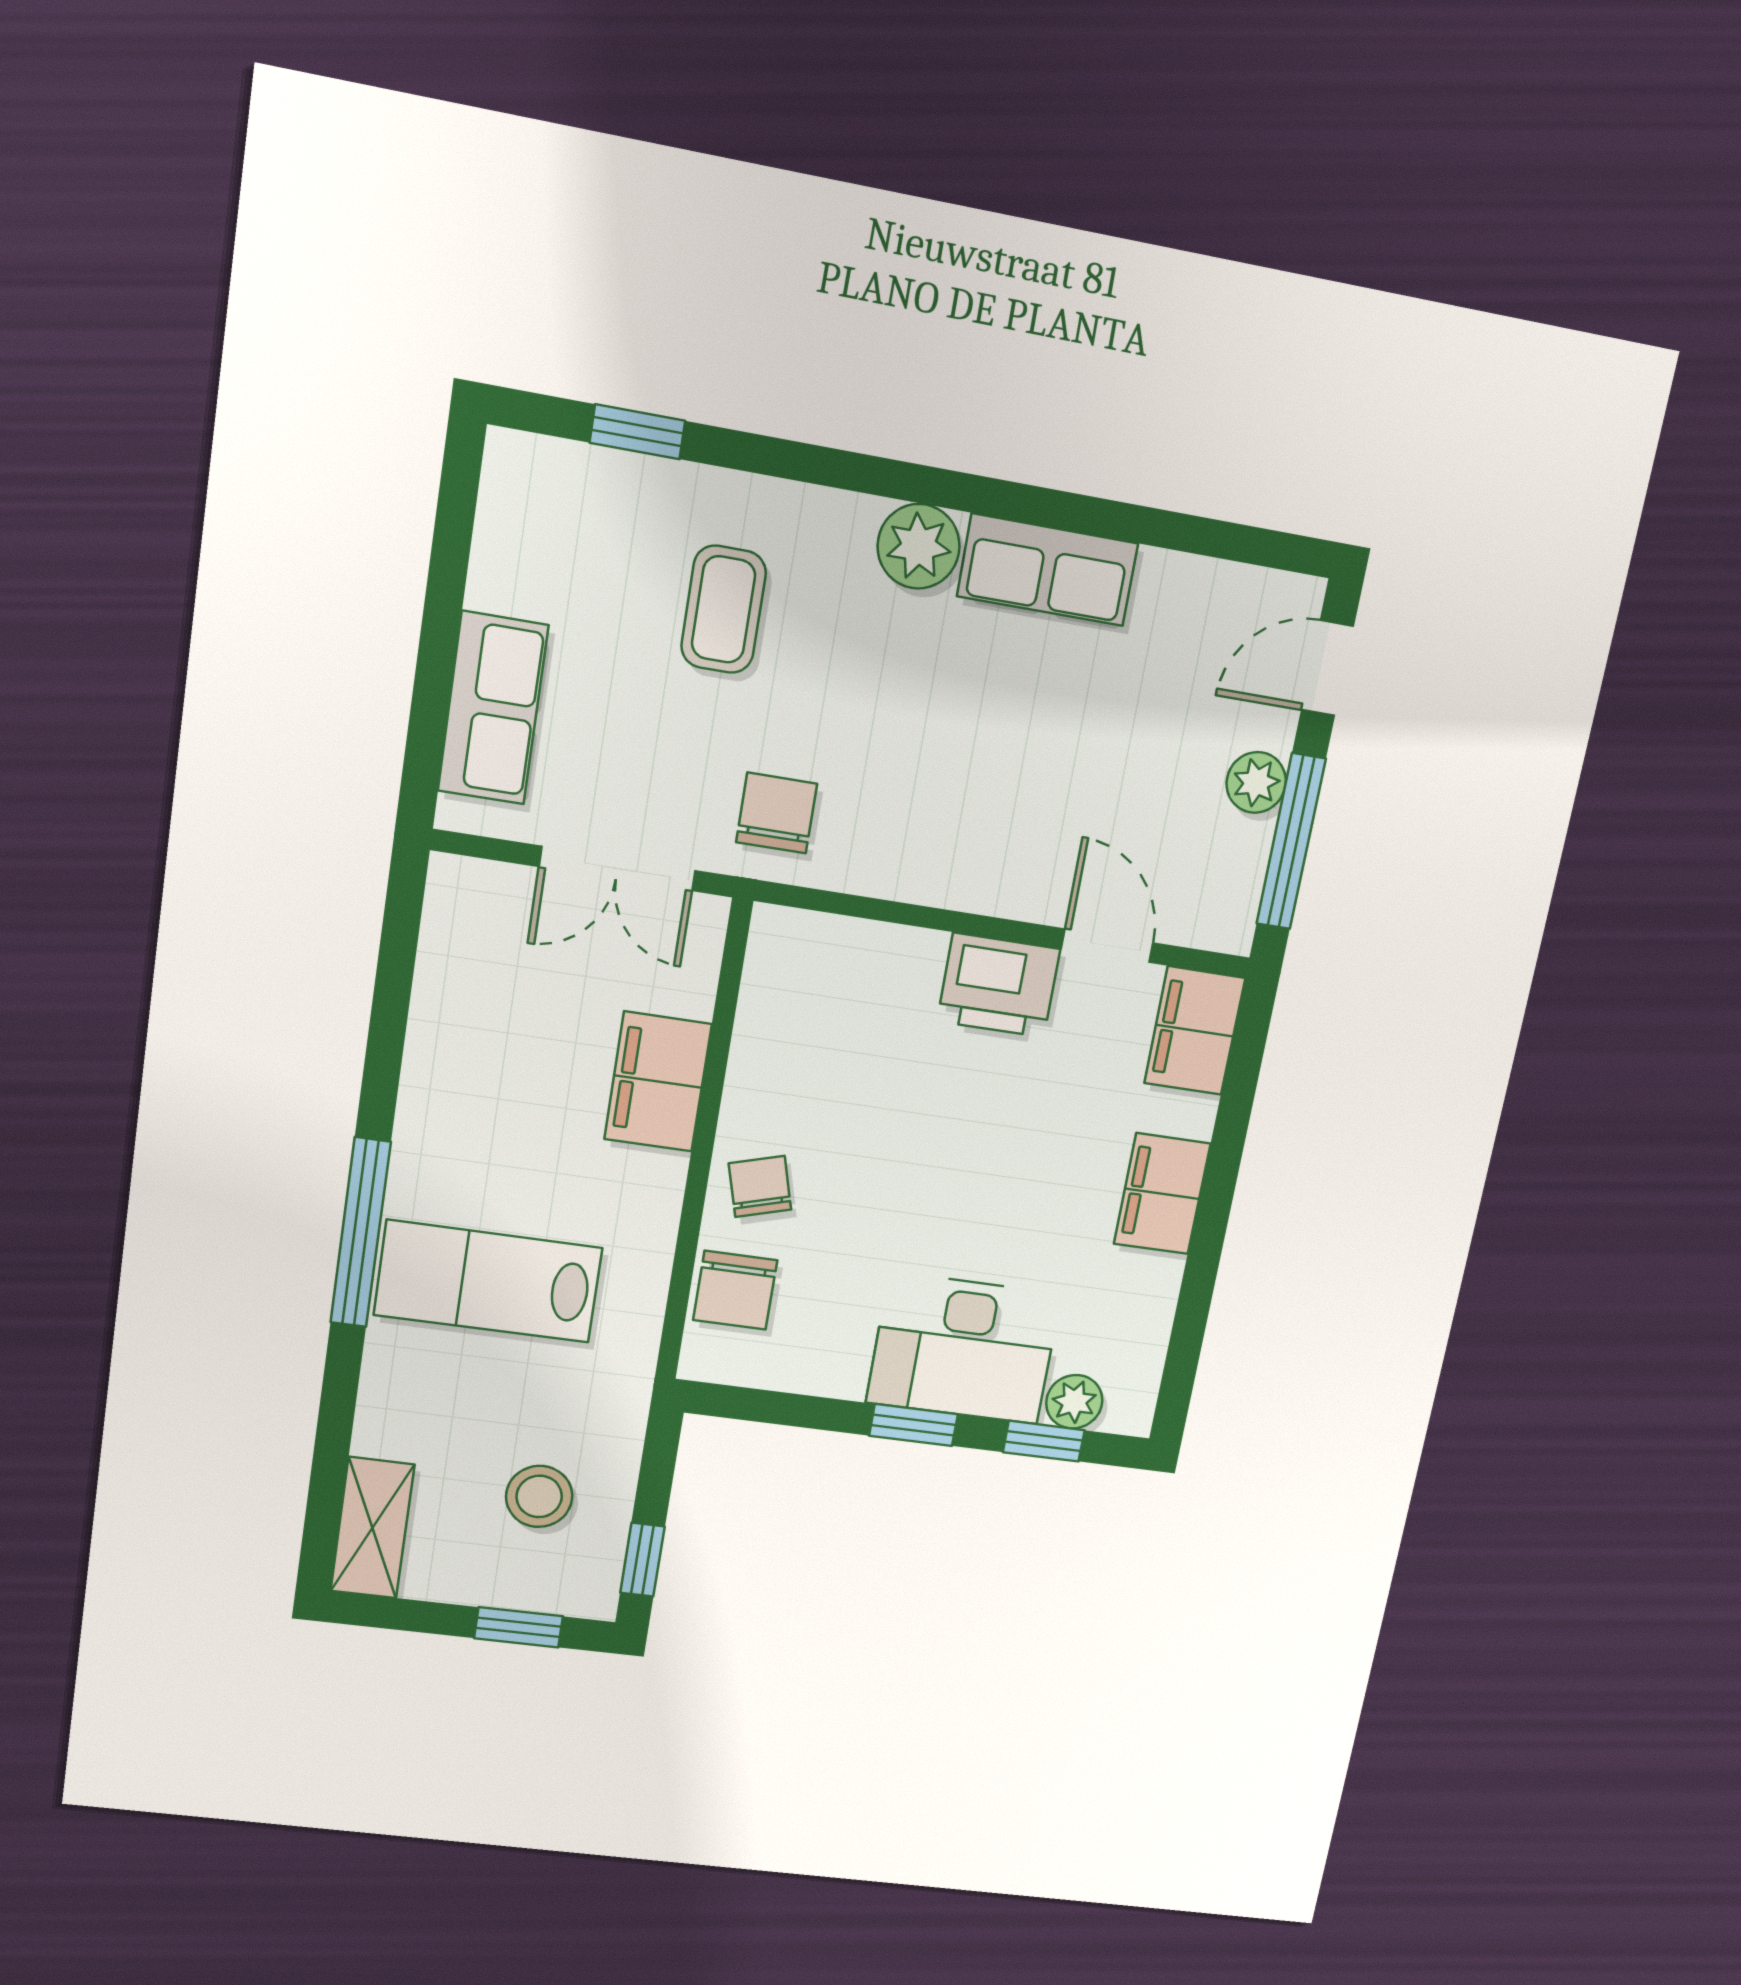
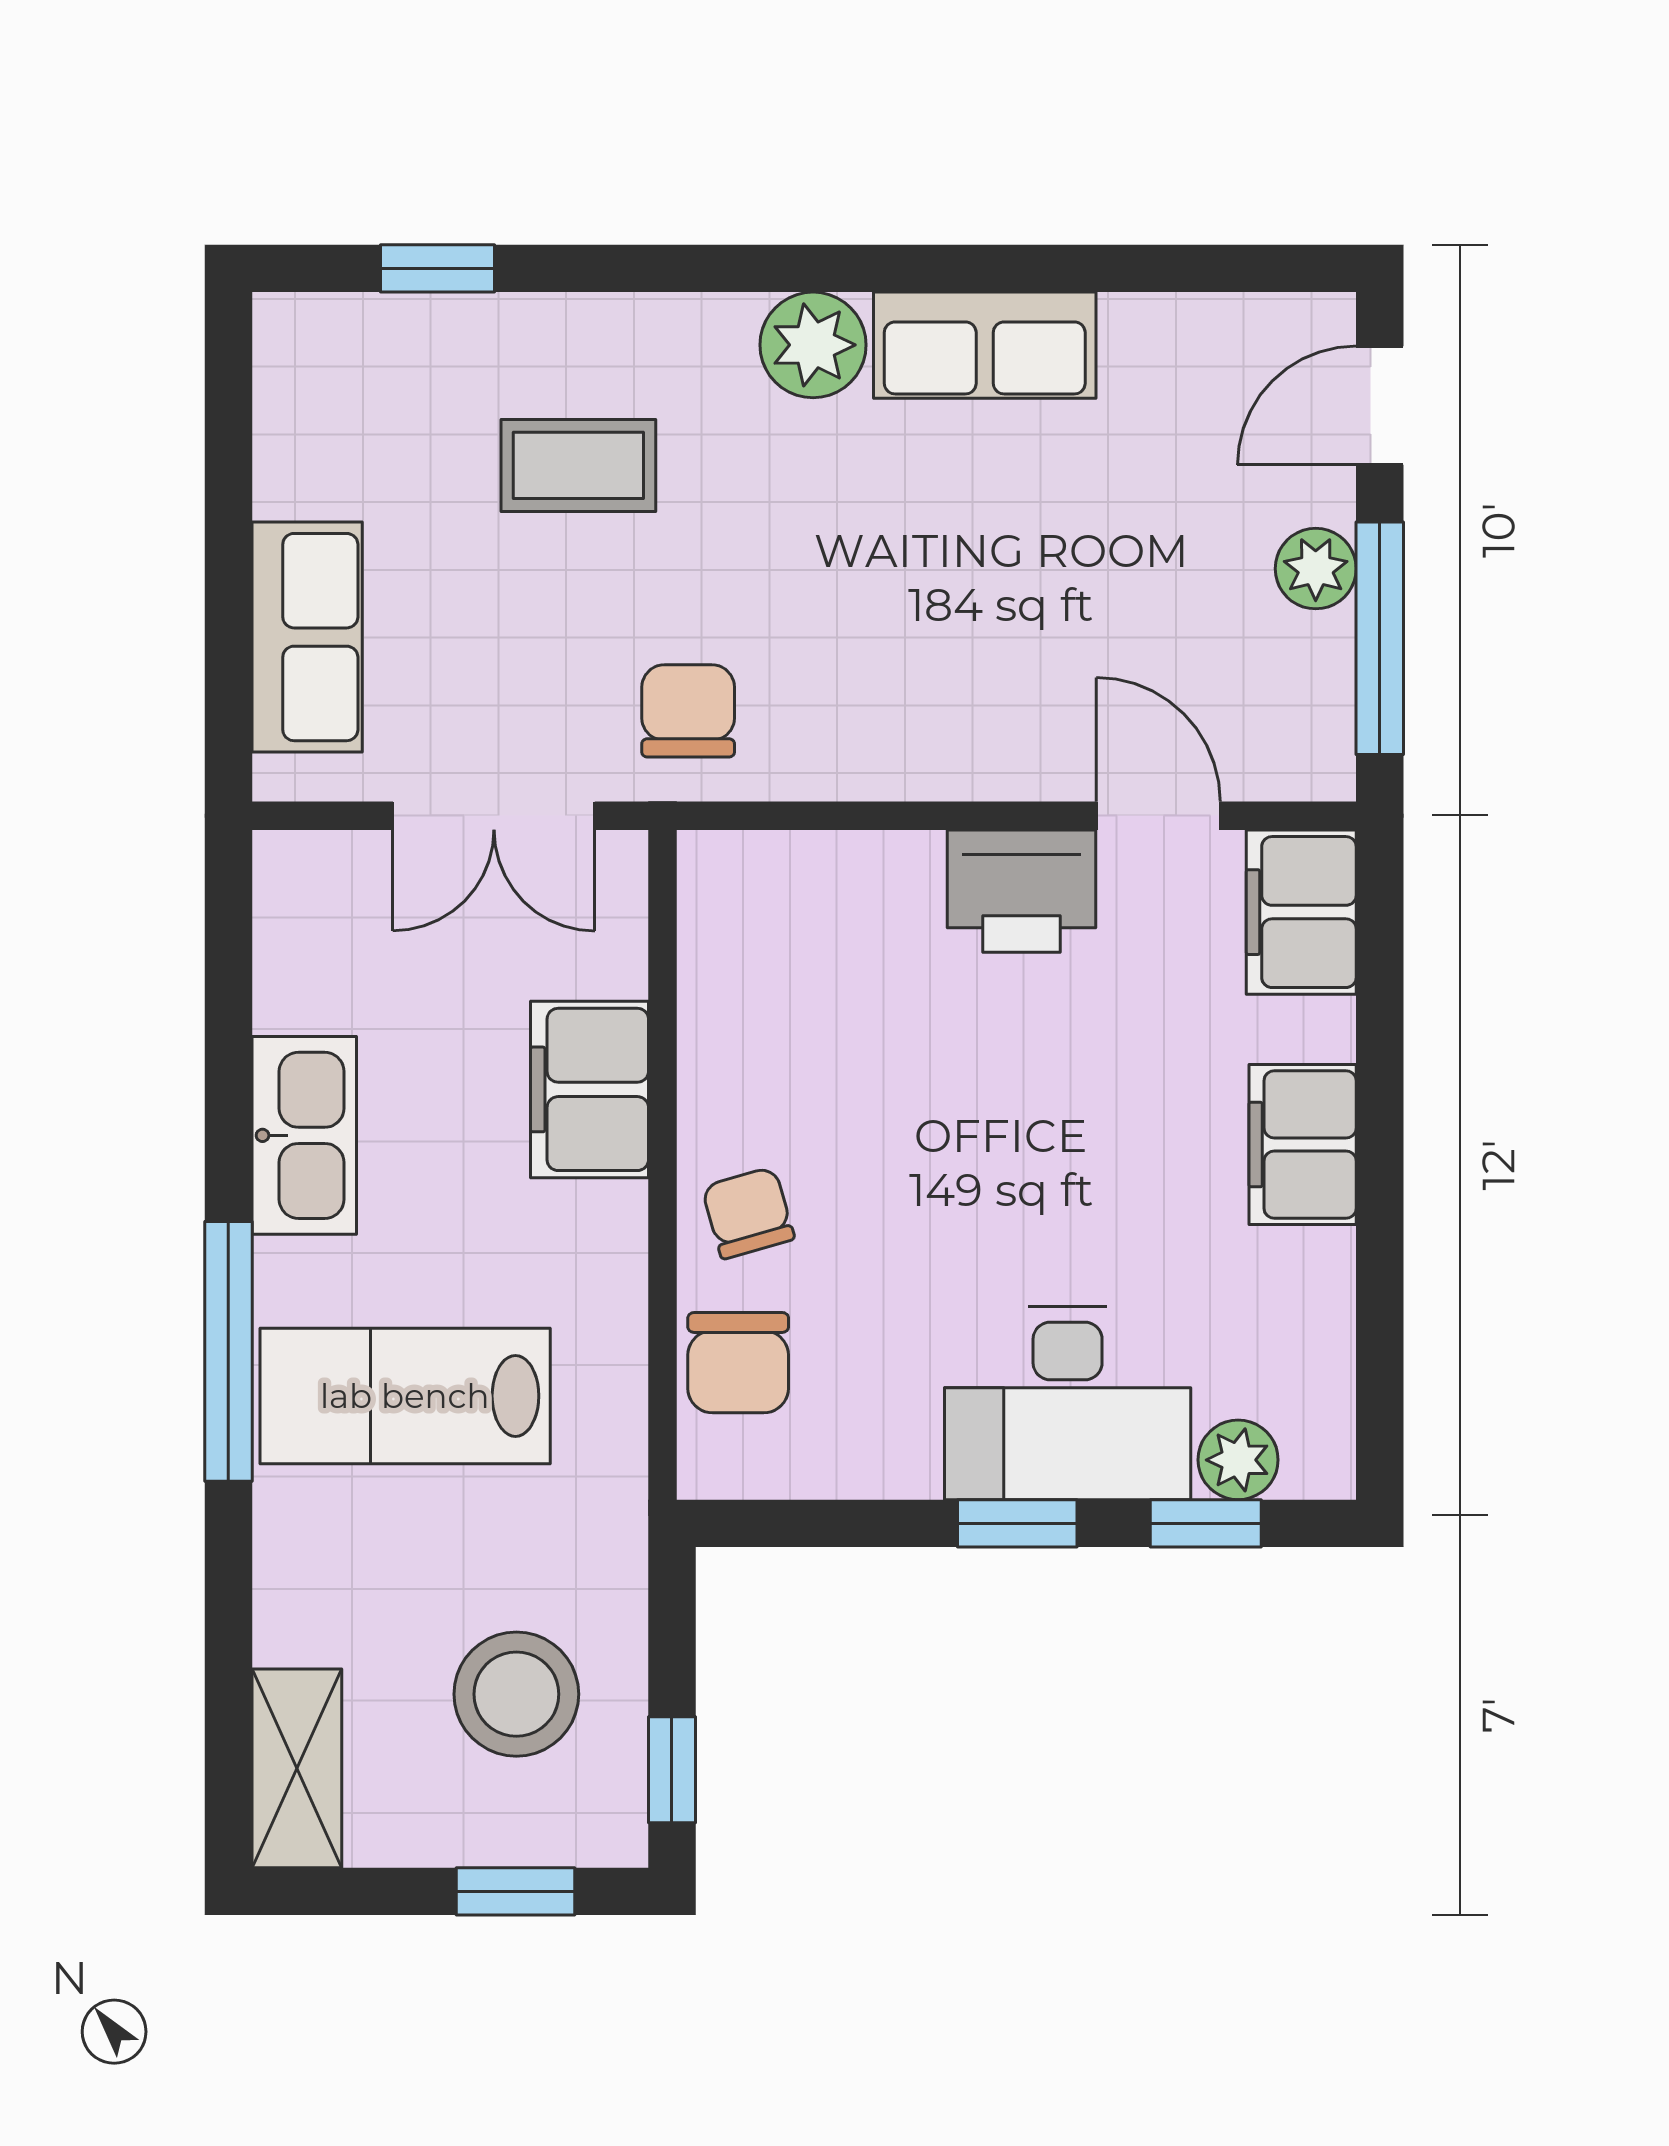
coffee table: (724, 609) -> (578, 465), turned 90
kitchen sink: (439, 1084) -> (304, 1135), added
stool: (539, 1496) -> (516, 1694), width x1.38, depth x1.38

